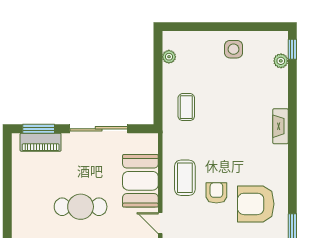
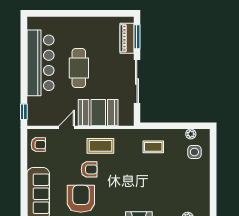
side table: (234, 49) -> (194, 152), moved

